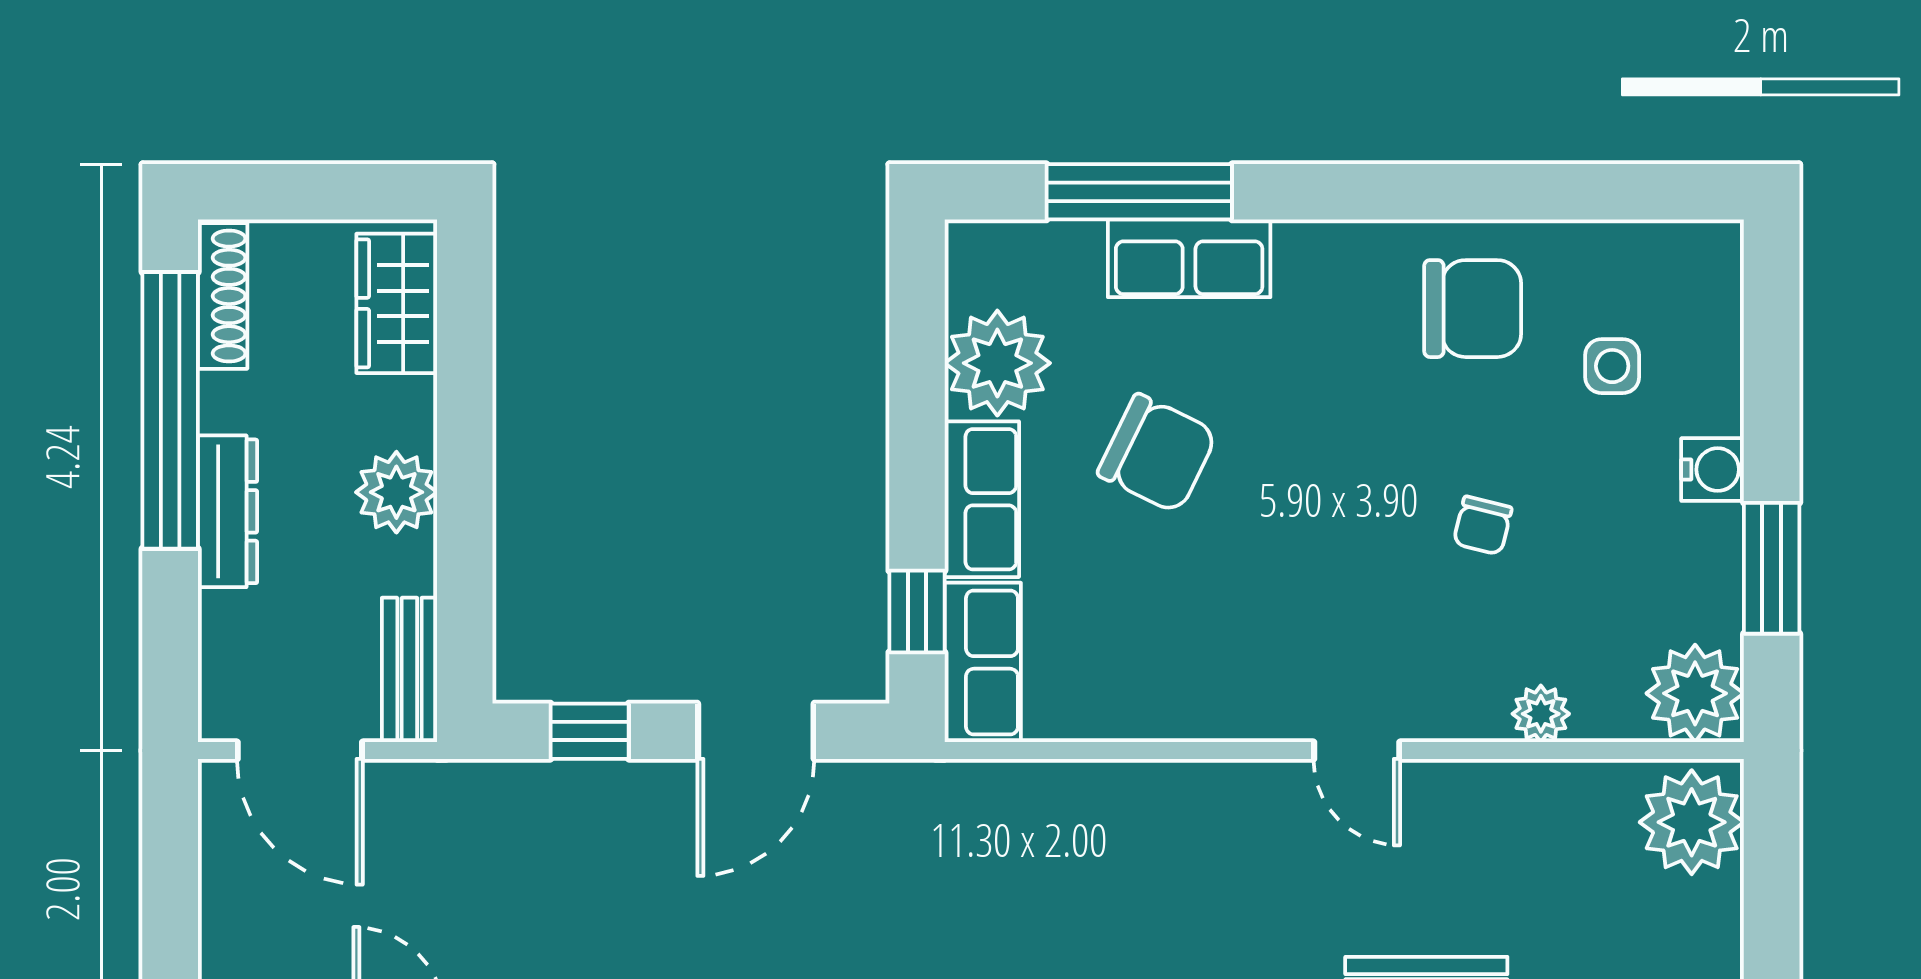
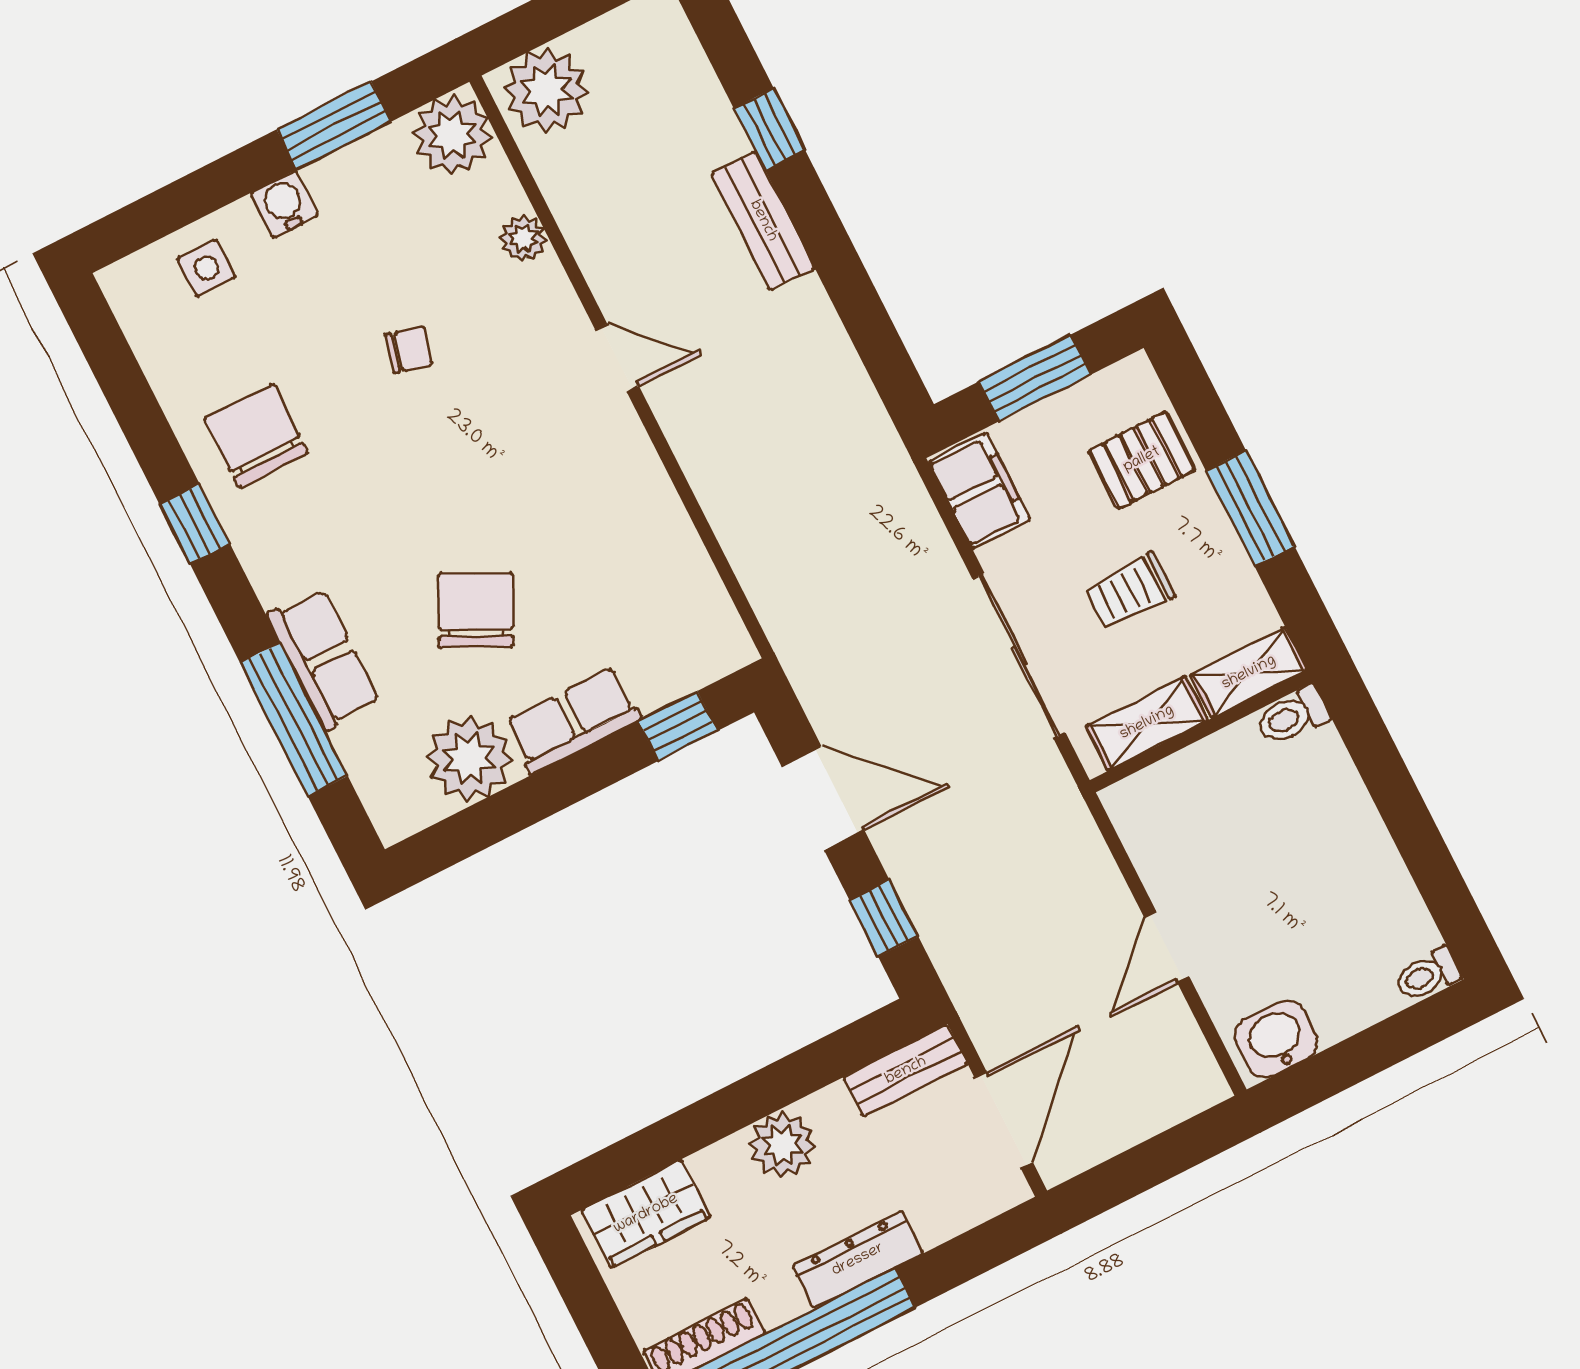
window: (1410, 192) -> (195, 524), added
side table: (1612, 366) -> (206, 268), moved
row of seats: (983, 662) -> (690, 660), removed
door: (1357, 751) -> (617, 358), hinge flipped

